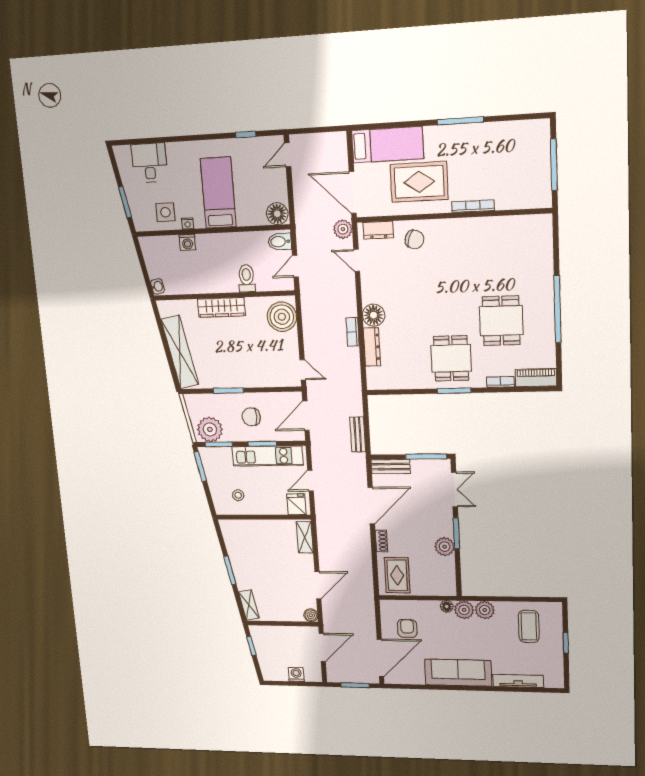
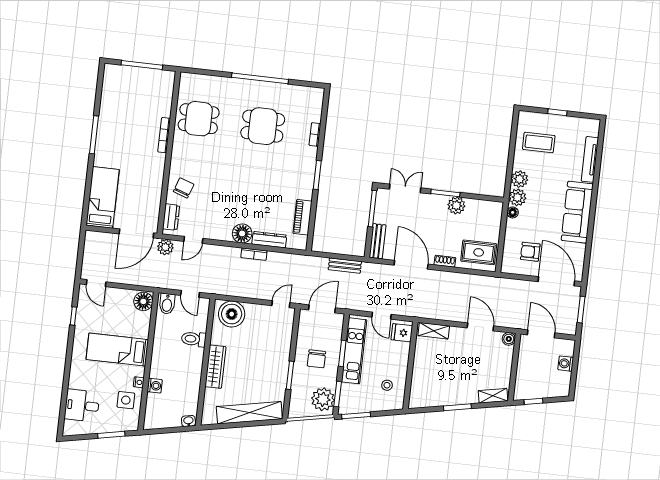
rug: (419, 182) -> (137, 176), removed
dining table: (451, 358) -> (199, 119), moved
piano: (536, 378) -> (302, 217), moved
door: (306, 416) -> (322, 309), swing flipped

